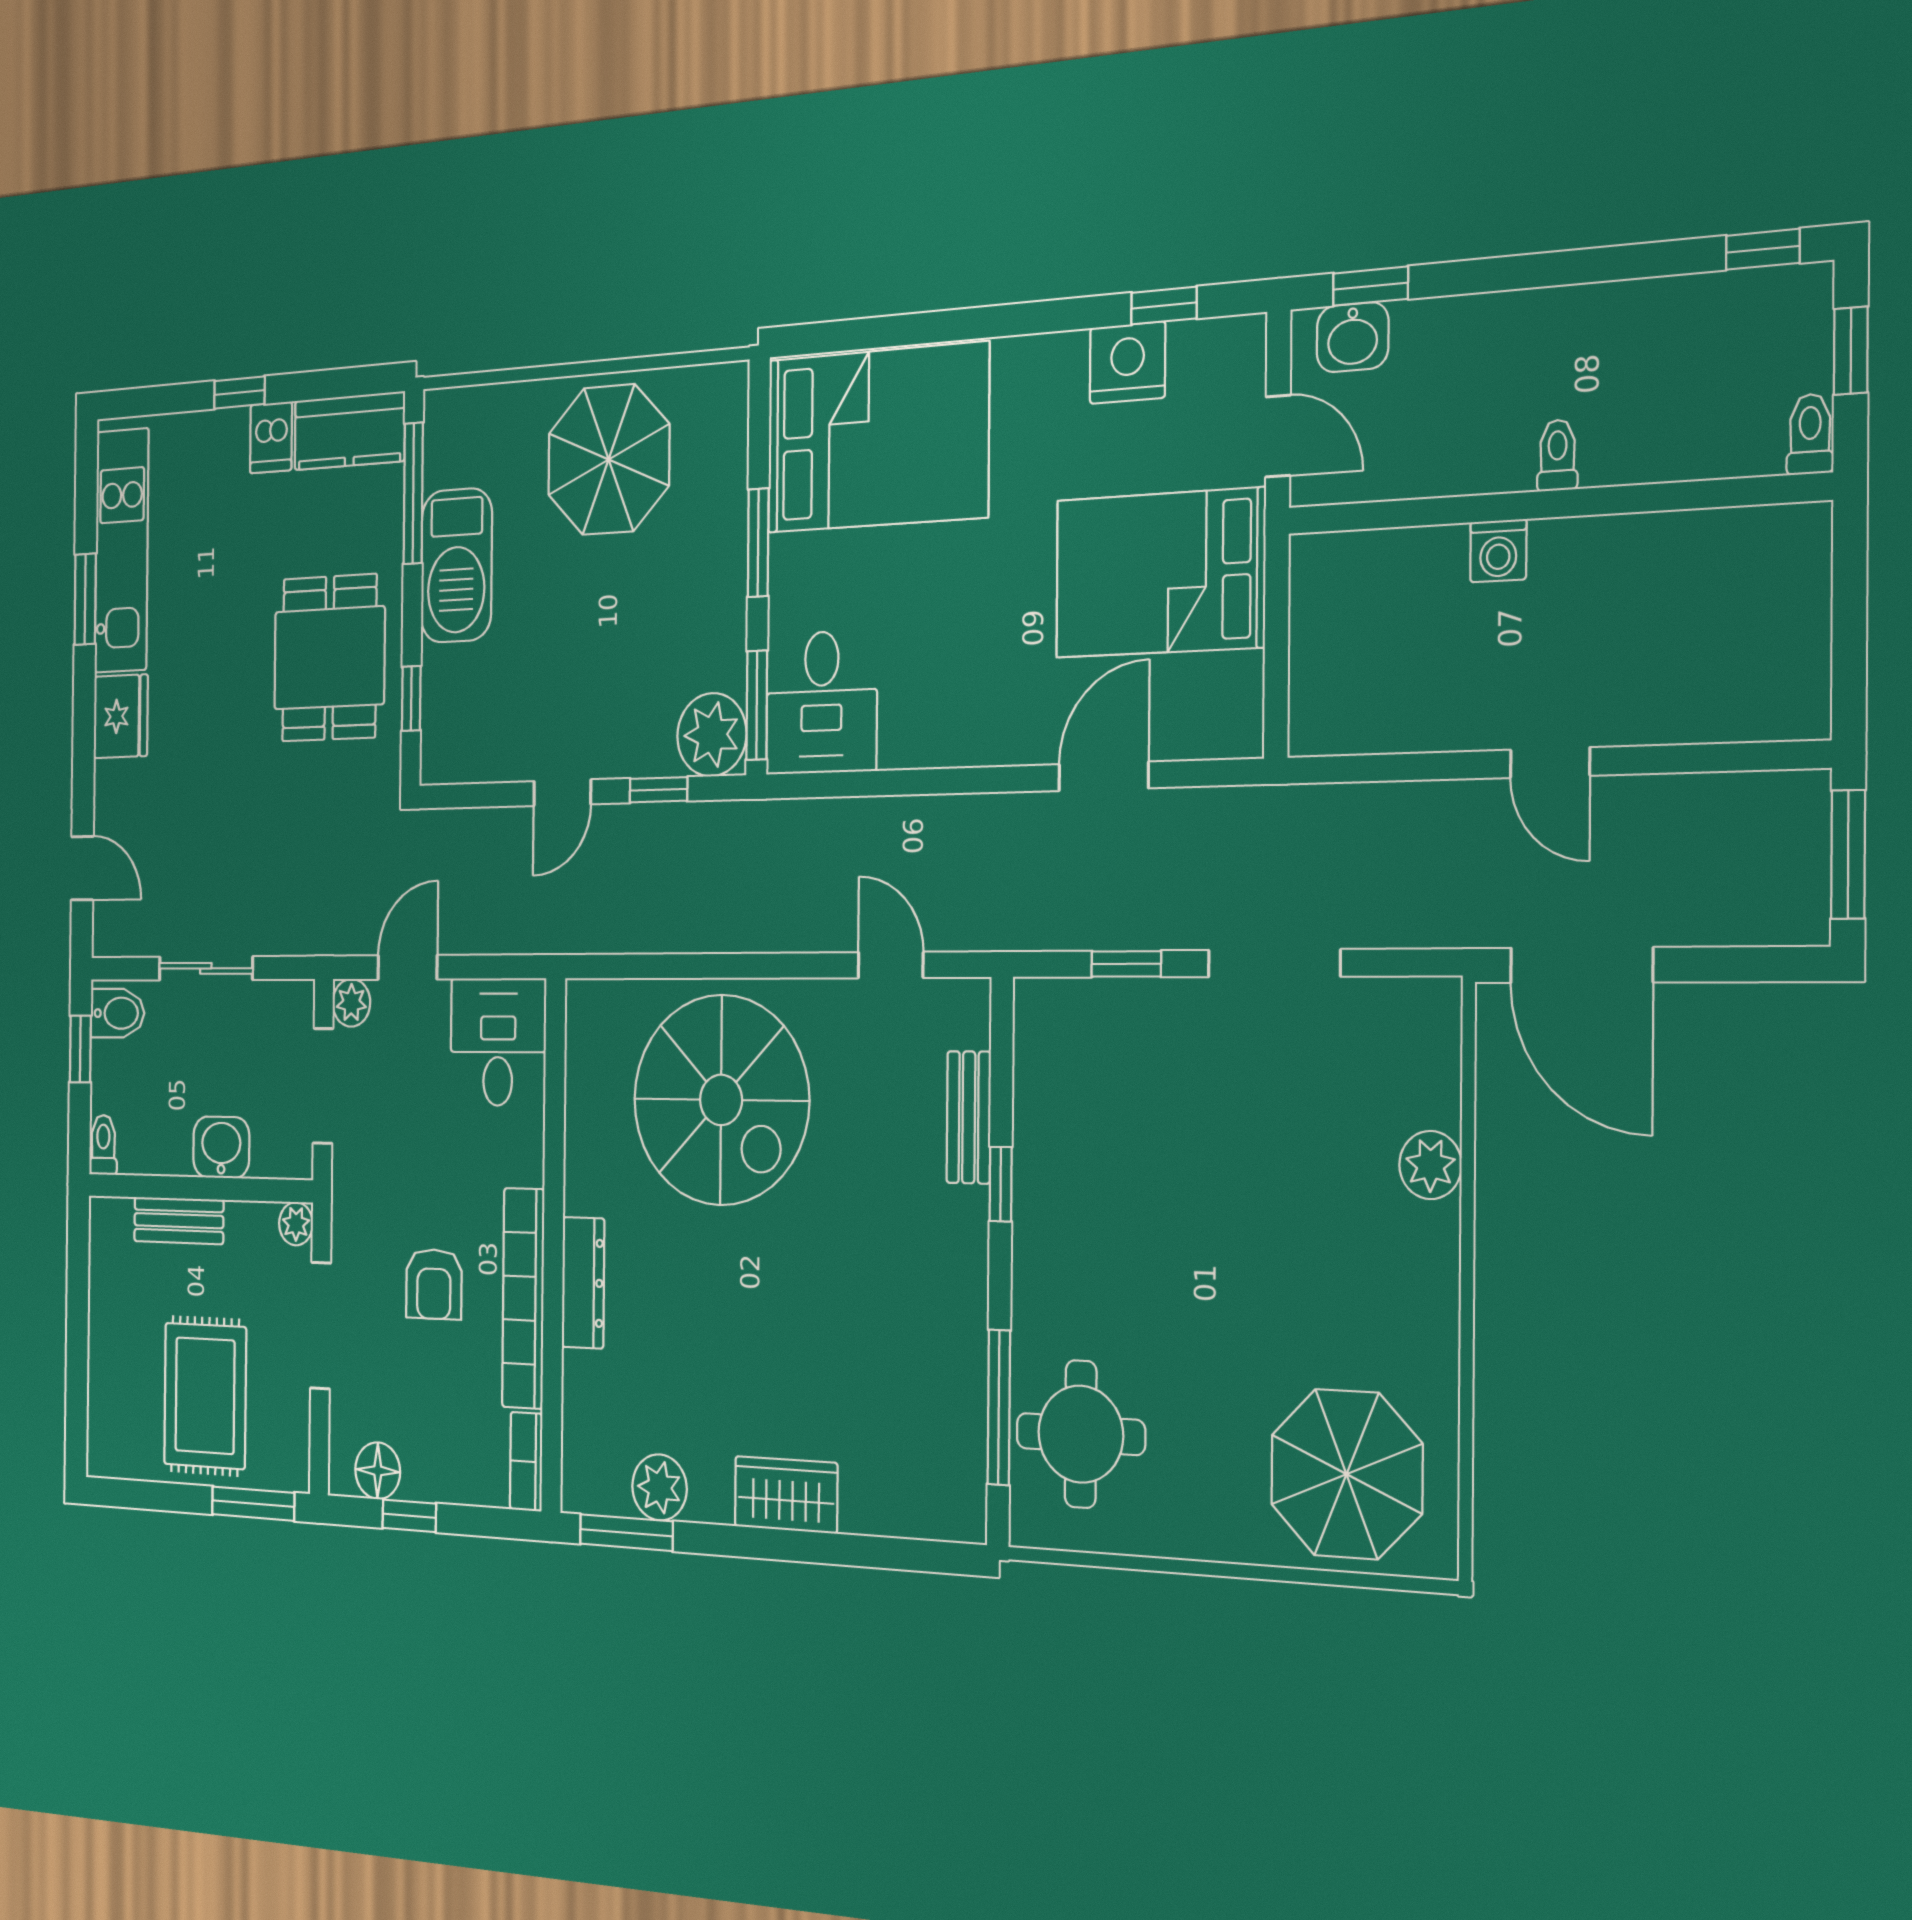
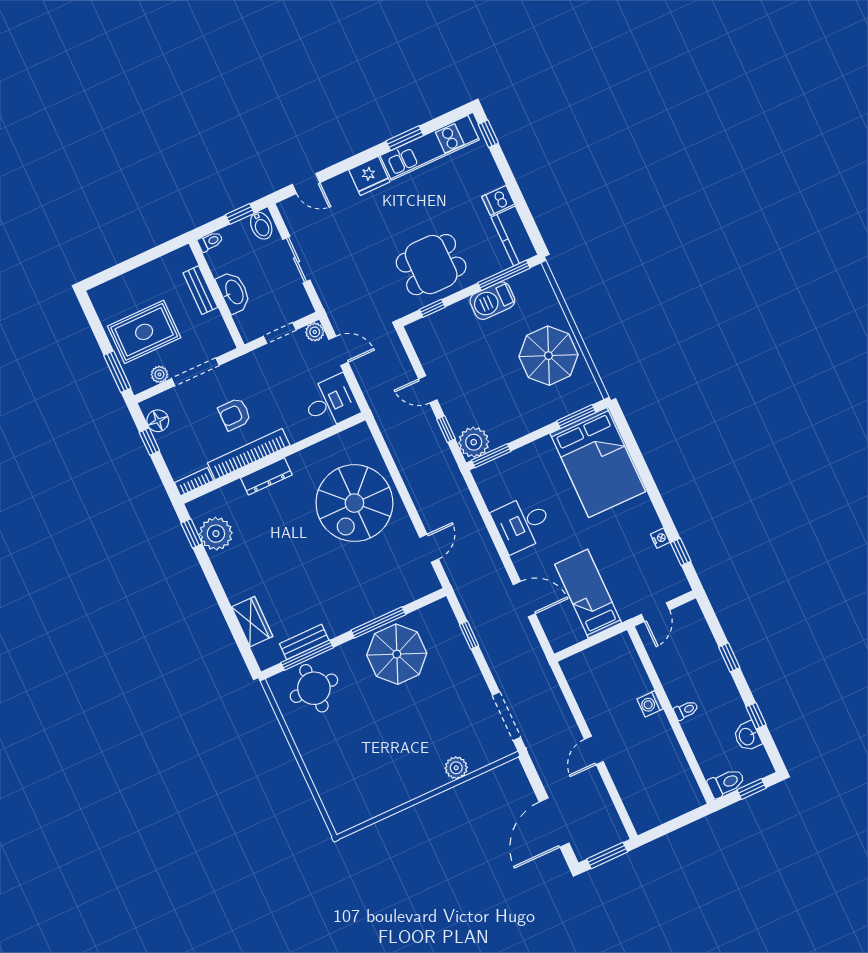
window: (1763, 249) -> (756, 716), moved
window: (1371, 286) -> (729, 657), moved
washbasin: (1353, 337) -> (747, 736), moved
nightstand: (1128, 363) -> (660, 538), width x0.53, depth x0.56
window: (240, 392) -> (488, 134), moved
toilet: (1810, 434) -> (726, 783), width x1.37, depth x1.39
window: (758, 543) -> (576, 417), moved
barbecue: (456, 565) -> (492, 301), width x0.73, depth x0.83
bed: (1160, 573) -> (588, 594), width x0.67
desk: (821, 702) -> (522, 524), moved
door: (82, 868) -> (306, 183), hinge flipped
doorway: (1274, 963) -> (506, 716), moved
door: (1581, 965) -> (554, 822), moved
doorway: (323, 1086) -> (280, 333), width x0.73
bench: (969, 1117) -> (304, 642), moved
washbasin: (221, 1147) -> (234, 292), width x1.38
window: (1001, 1184) -> (378, 622), width x2.17
plant: (296, 1224) -> (159, 374), moved
parasol: (1346, 1474) -> (397, 654), moved
plant: (659, 1487) -> (216, 534), width x1.36, depth x1.36
wardrobe: (786, 1495) -> (252, 622), moved
window: (626, 1533) -> (192, 533), width x0.67

